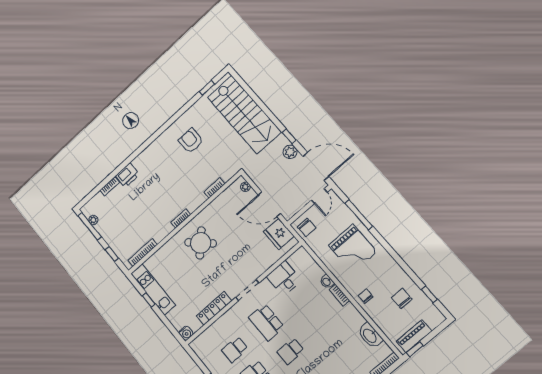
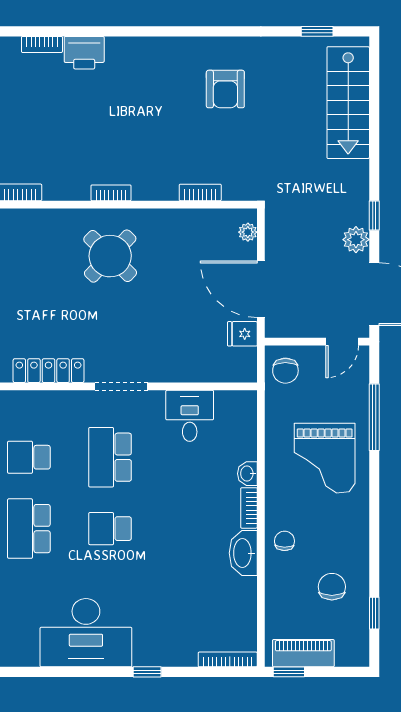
stairs: (244, 114) -> (348, 103), width x0.73, depth x0.66
armchair: (191, 141) -> (225, 89), turned 180
fridge: (279, 234) -> (242, 334), width x0.53, depth x0.75
washbasin: (370, 336) -> (243, 553), moved

